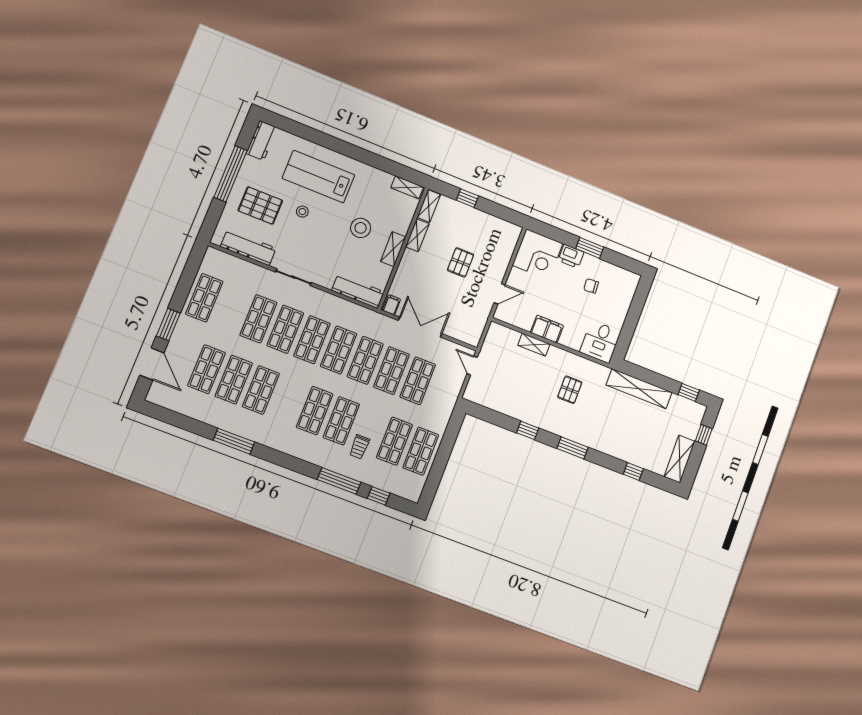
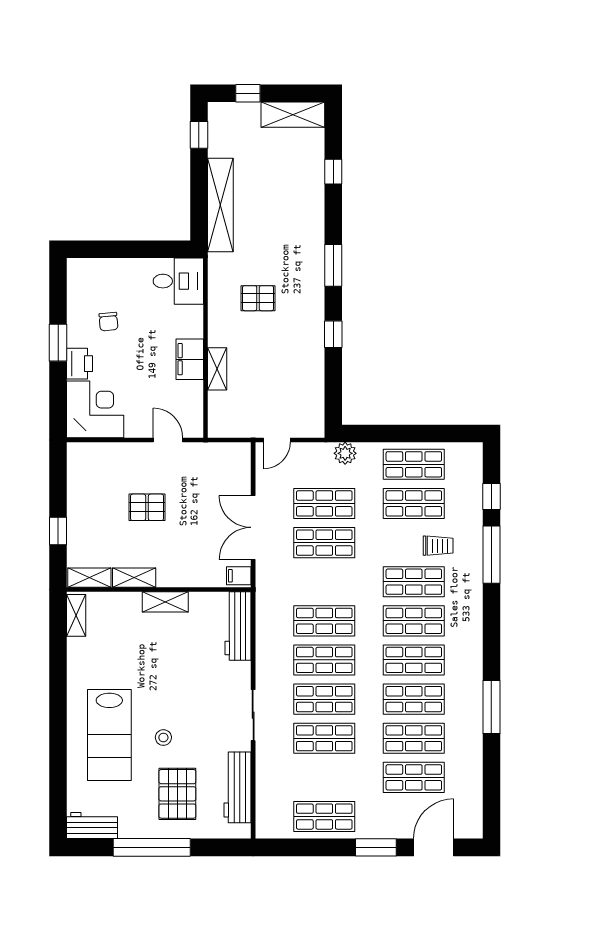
stool: (361, 228) -> (154, 655), removed
shop shelf: (365, 360) -> (414, 660), moved
plant: (446, 408) -> (345, 453), added

